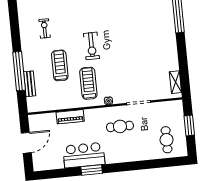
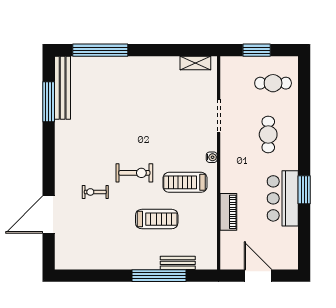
exercise bike: (45, 28) -> (95, 192), moved
treadmill: (60, 65) -> (157, 219), turned 180
cafe table: (120, 126) -> (268, 134), moved

